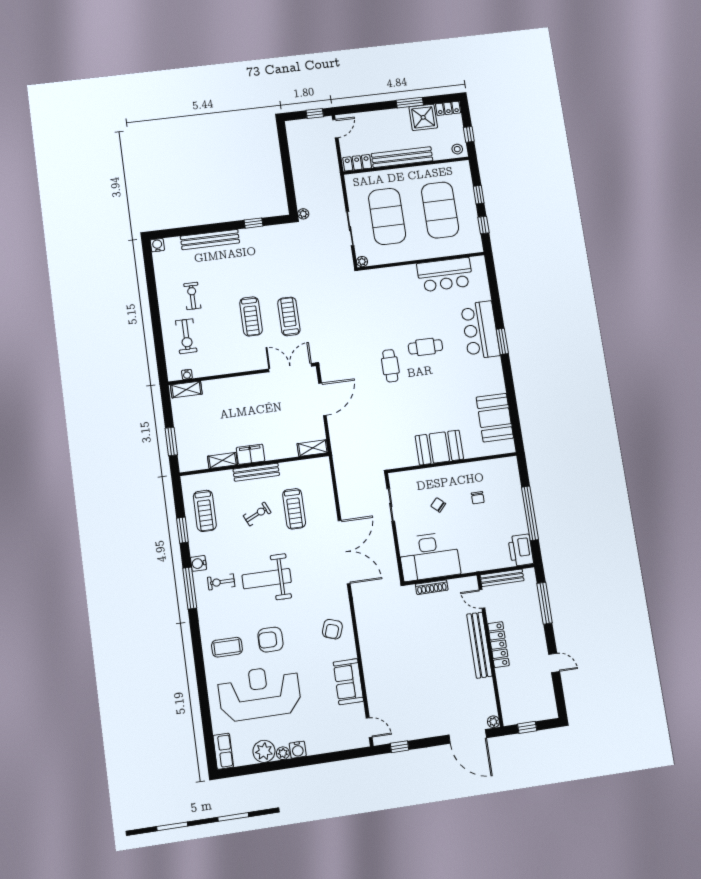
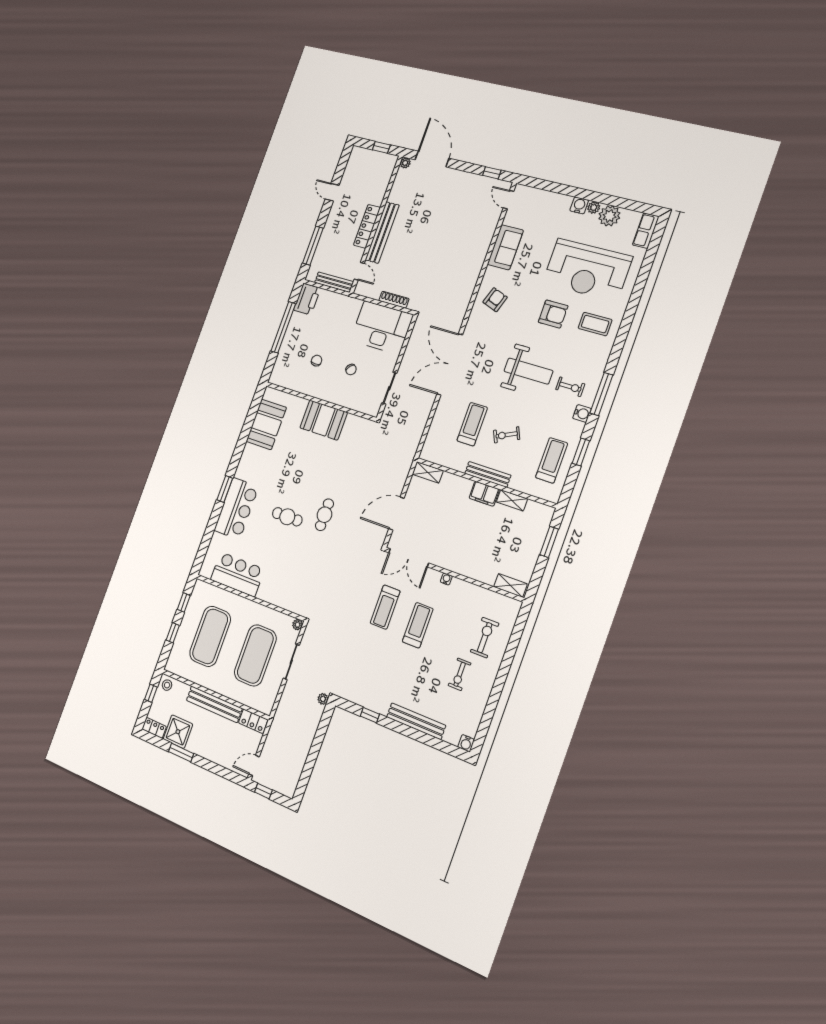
water cooler: (187, 374) -> (446, 579), moved

